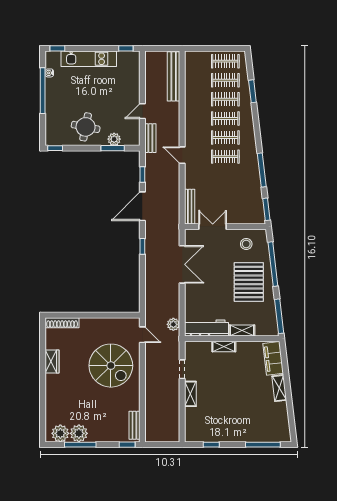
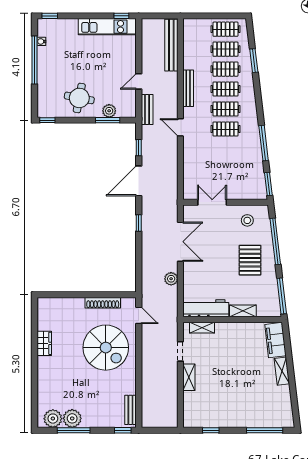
kitchen unit: (89, 59) -> (107, 27), moved
bench: (190, 207) -> (188, 88), moved
pallet: (249, 282) -> (250, 260), width x0.73, depth x0.71
shoe rack: (62, 323) -> (103, 303), moved
plant: (173, 324) -> (171, 279), moved
shelving: (224, 346) -> (202, 328), moved

